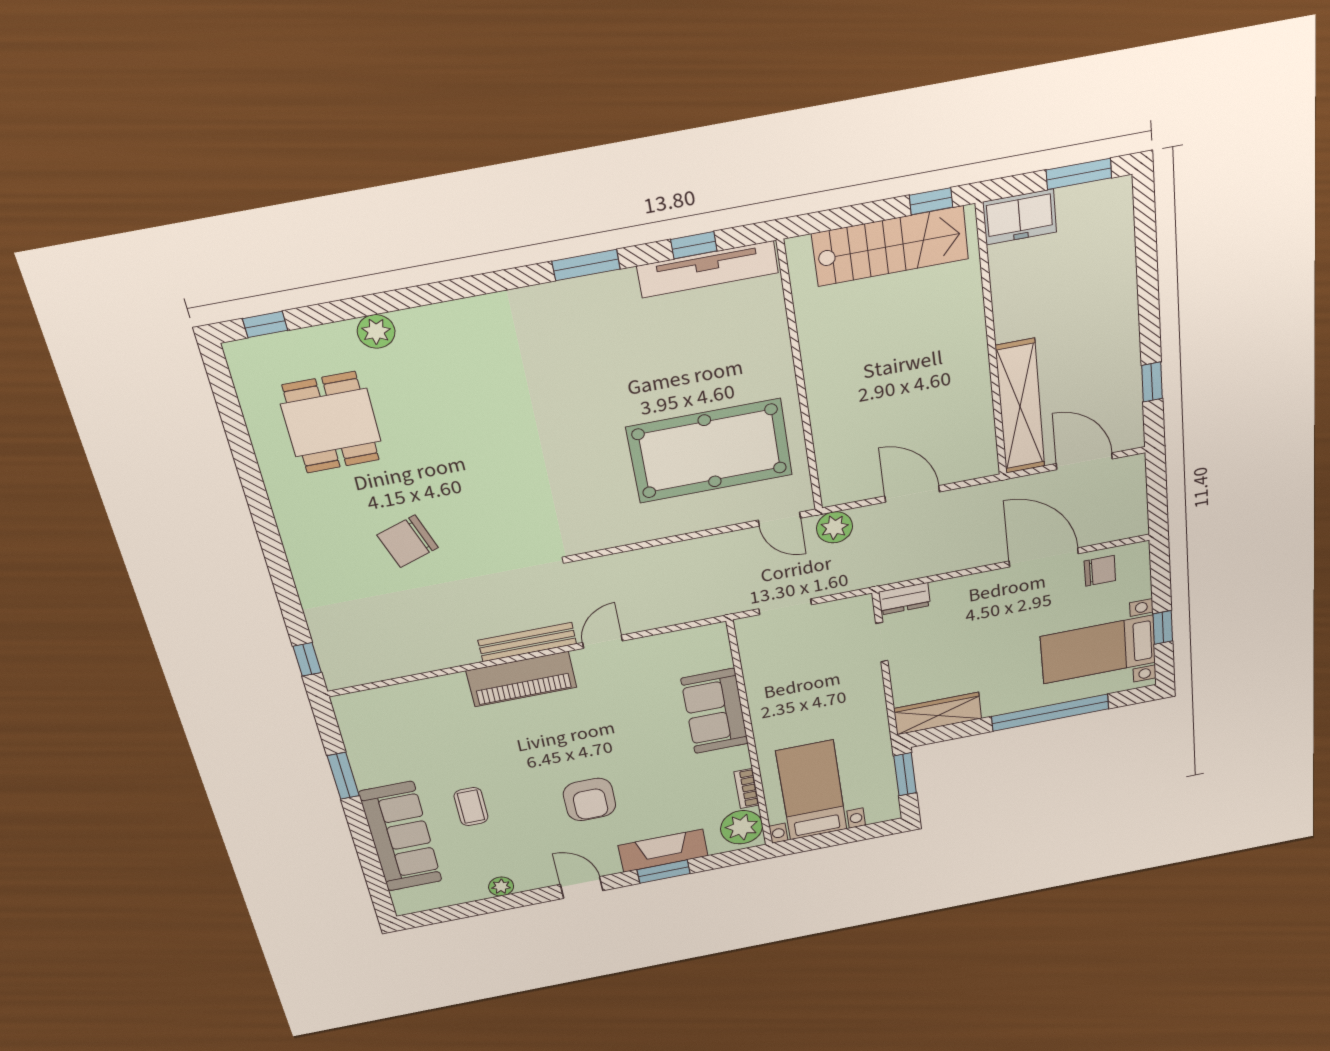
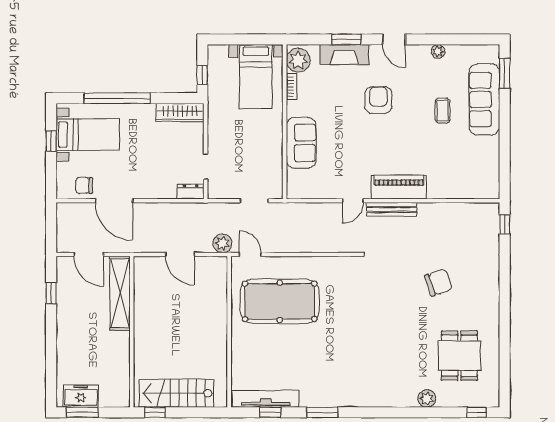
freezer: (1020, 217) -> (81, 396), moved
window: (905, 774) -> (202, 75), width x0.67
window: (343, 776) -> (505, 73), moved

